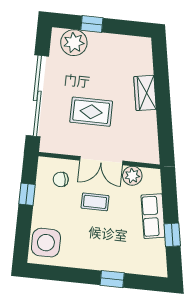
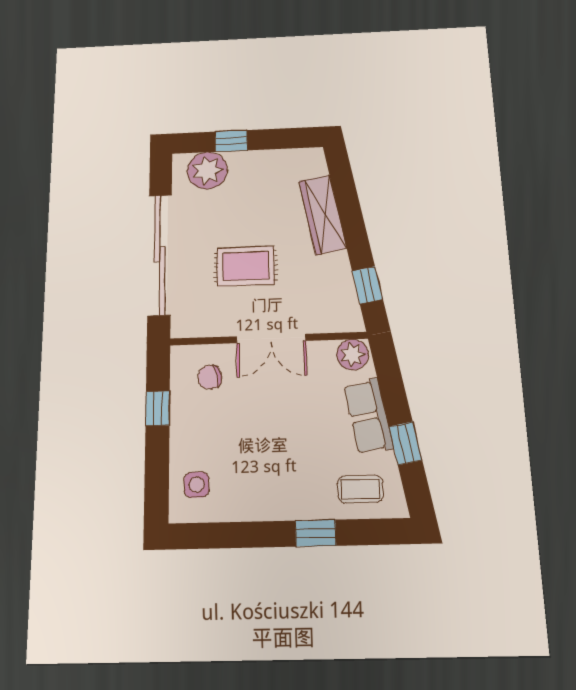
wardrobe: (145, 93) -> (323, 214), width x1.50
window: (165, 135) -> (367, 285), added
plant: (132, 176) -> (353, 355), moved
coffee table: (95, 202) -> (360, 489), moved
side table: (46, 243) -> (197, 485), width x0.54, depth x0.54

